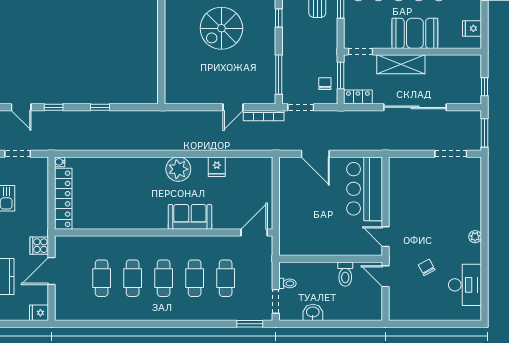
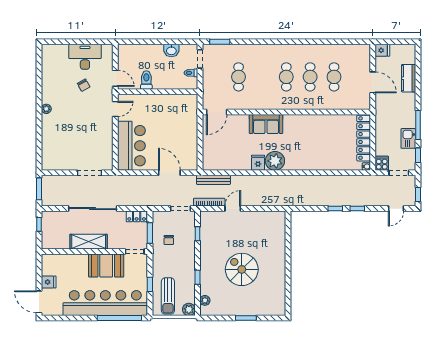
spiral stairs: (221, 28) -> (242, 269), turned -90
fridge: (472, 28) -> (49, 282), moved
booth: (415, 33) -> (106, 266), moved
shelving: (401, 64) -> (89, 242), moved
window: (279, 75) -> (198, 234), width x0.46
chair: (325, 84) -> (169, 240), moved
door: (21, 107) -> (396, 209), swing flipped
window: (54, 107) -> (357, 209), moved
bench: (258, 144) -> (213, 180), added
doorway: (451, 154) -> (89, 173), moved
fridge: (217, 167) -> (258, 163), moved
door: (385, 237) -> (115, 109), hinge flipped
cooker: (39, 246) -> (382, 163), moved, turned -90
door: (52, 271) -> (373, 82), hinge flipped
cafe table: (195, 278) -> (262, 77), removed
desk: (465, 285) -> (85, 57), moved, turned 90

